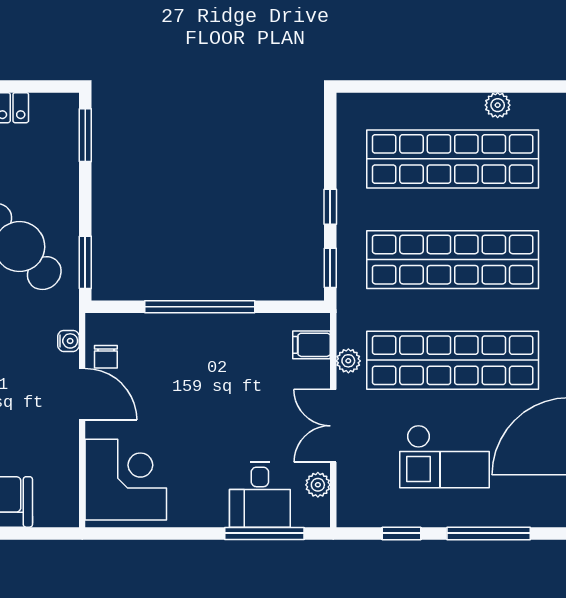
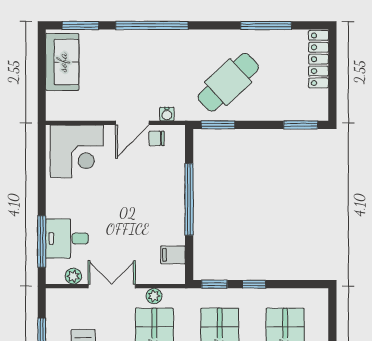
filing cabinet: (312, 345) -> (173, 255), moved, turned -90

